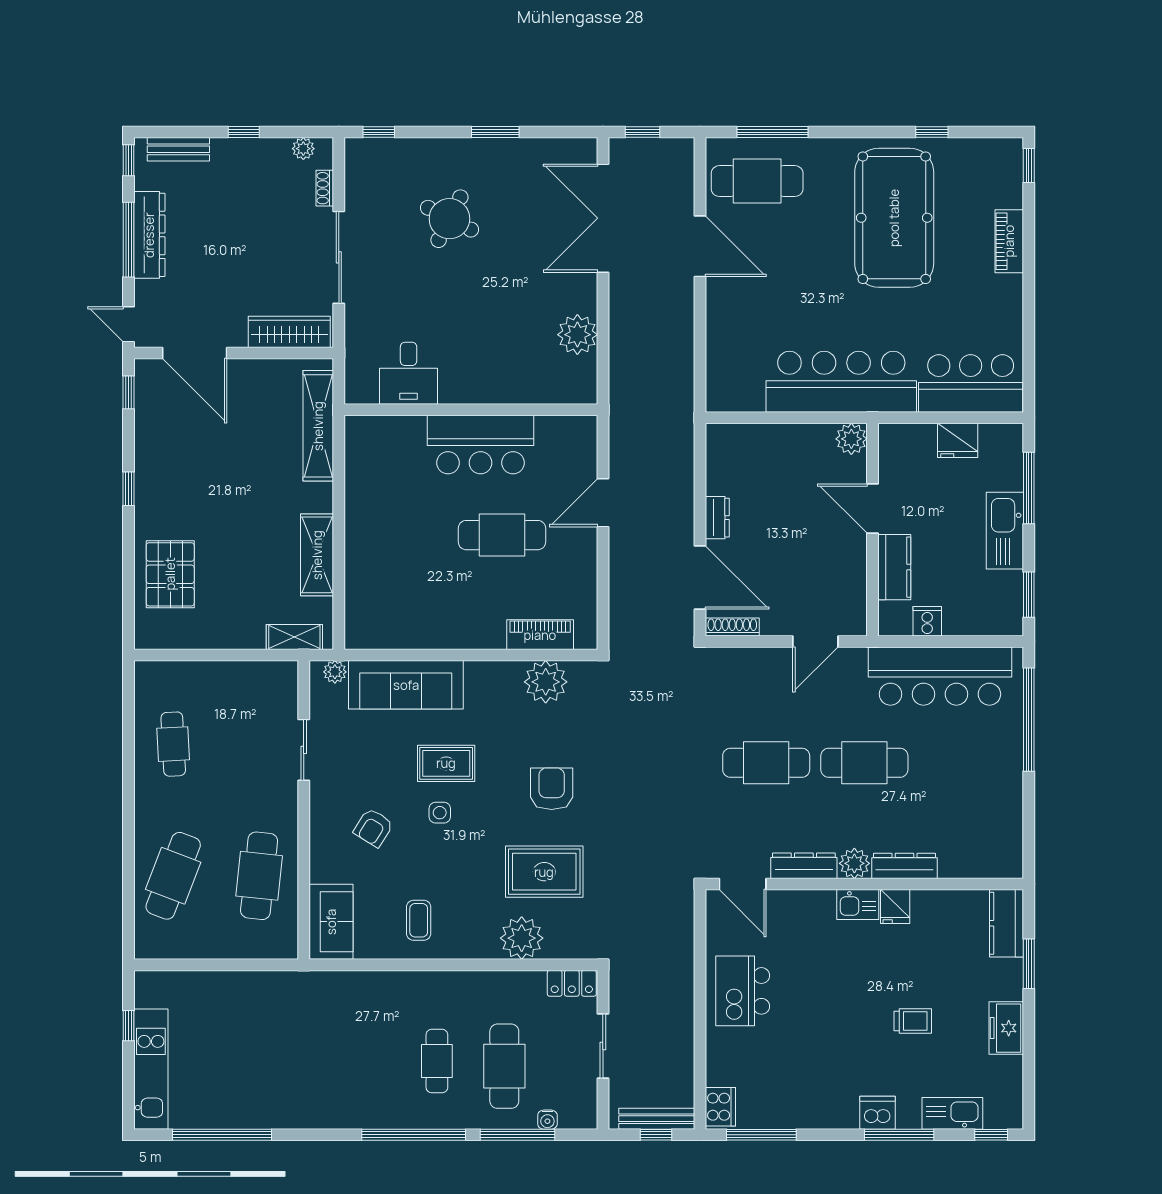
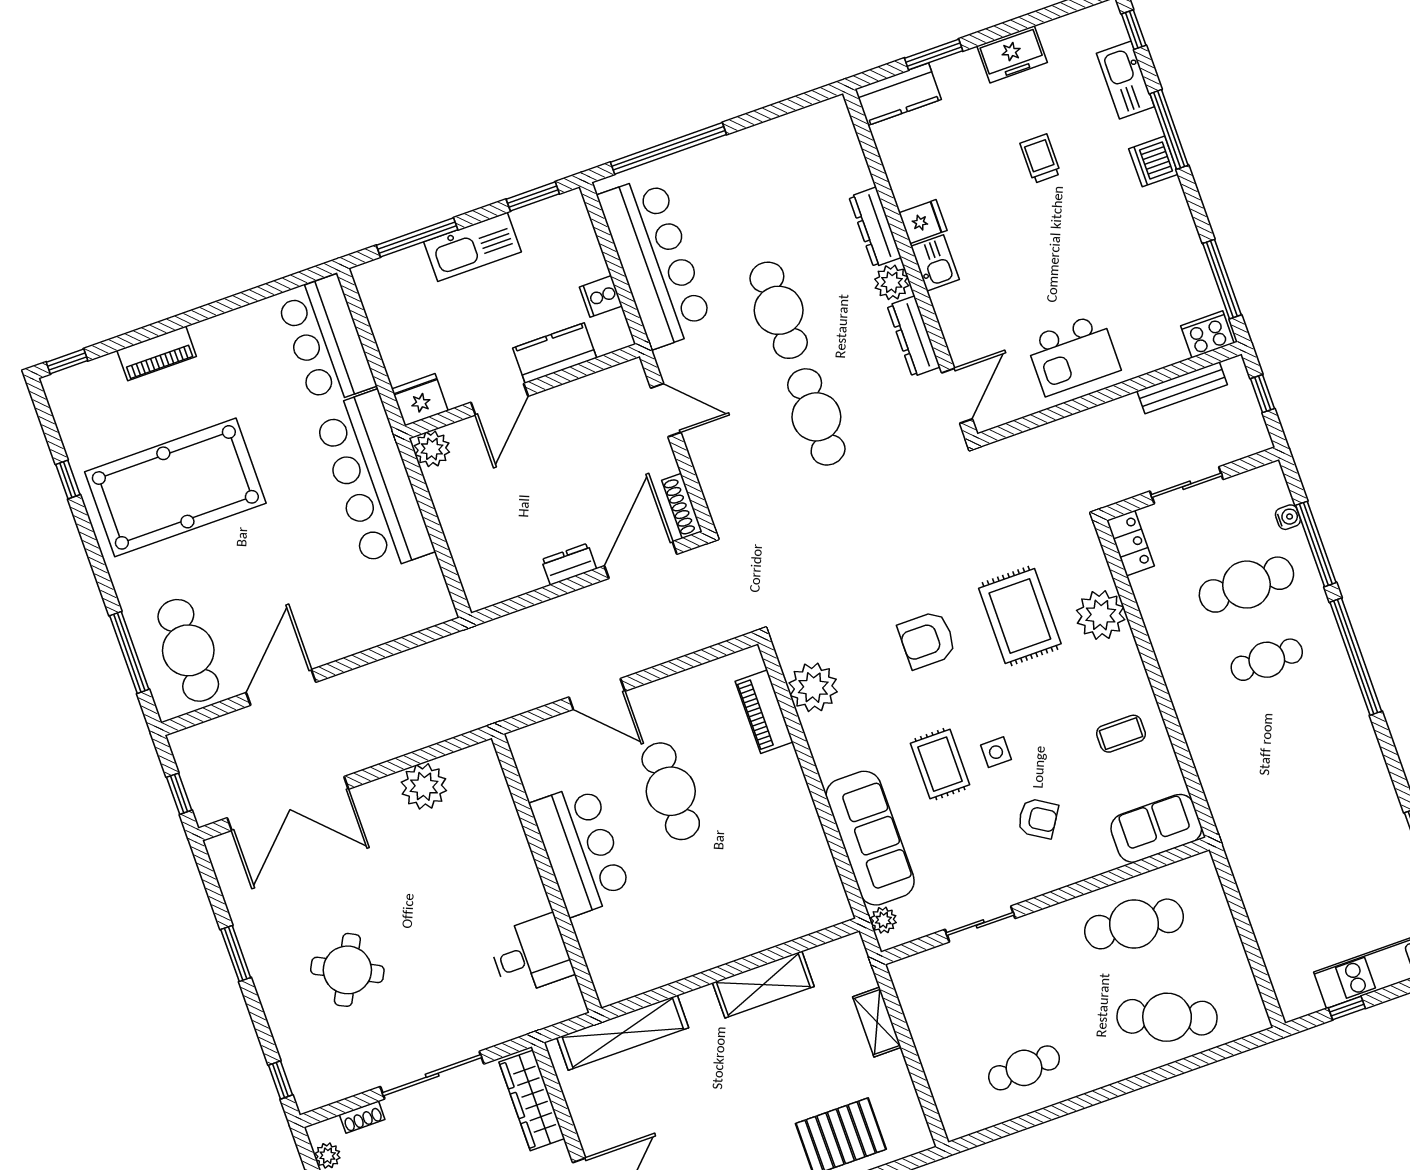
fridge: (958, 440) -> (420, 400), moved, turned -90
shelving: (294, 637) -> (877, 1022), moved
bench: (657, 1119) -> (1182, 388), moved, turned 90

